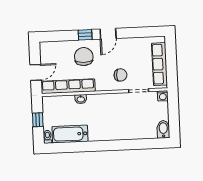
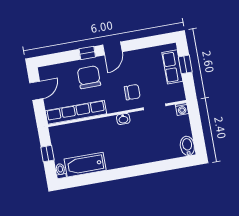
window: (171, 57) -> (185, 64), added
row of seats: (160, 64) -> (172, 67), width x0.68
door: (36, 72) -> (36, 91), moved
washbasin: (81, 99) -> (123, 119), moved

